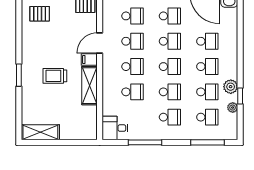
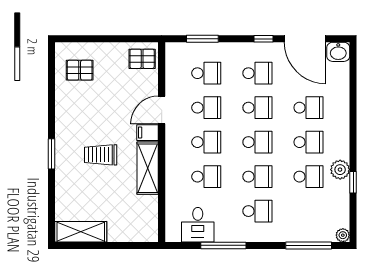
plant: (233, 108) -> (343, 235), moved
school desk: (207, 117) -> (308, 211), removed
desk: (115, 128) -> (198, 225), moved, turned -90

